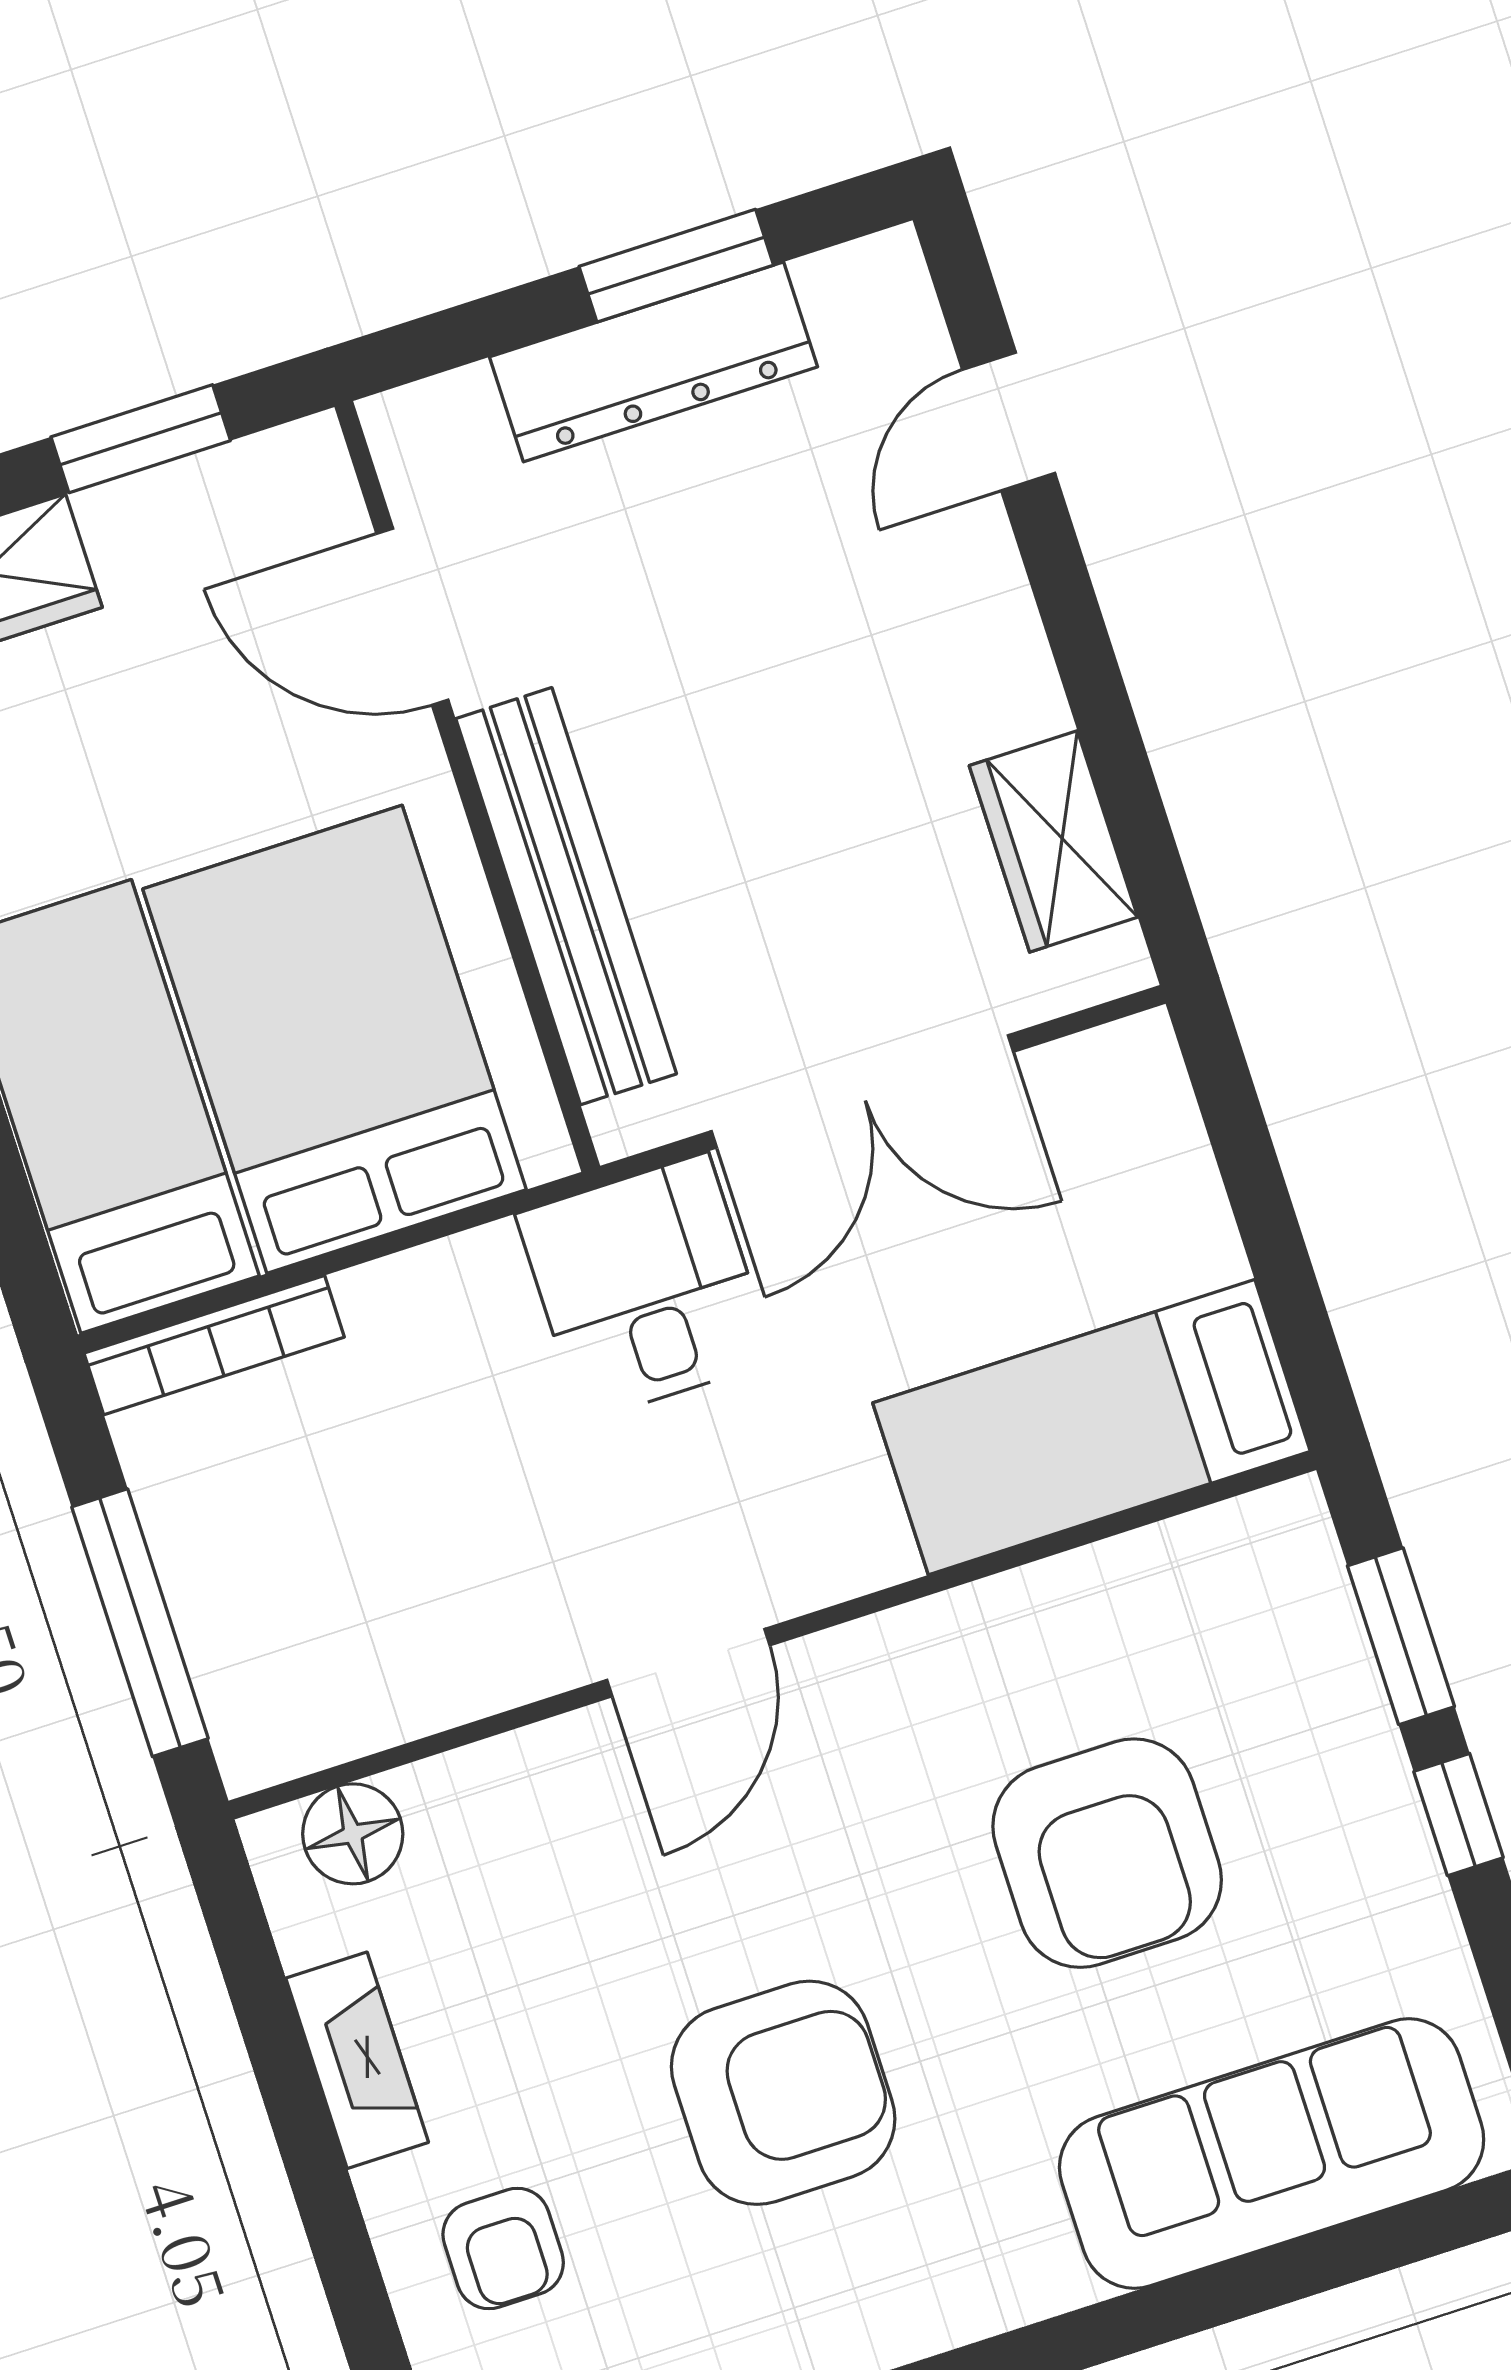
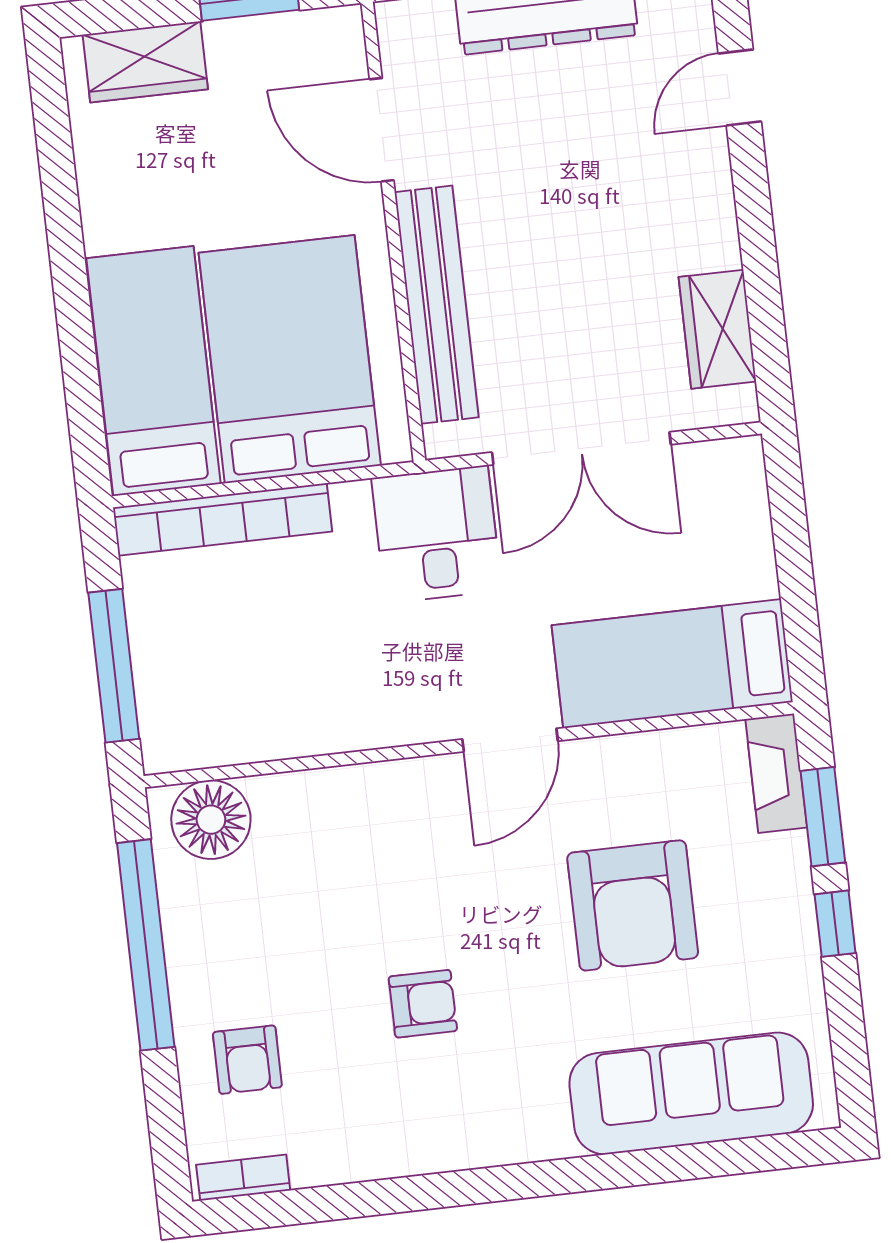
bookcase: (214, 1345) -> (222, 520), width x1.48, depth x1.31
door: (688, 1663) -> (510, 740), moved
floor lamp: (353, 1834) -> (211, 820), width x1.38, depth x1.38
fireplace: (357, 2060) -> (776, 773), moved, turned 180
window: (290, 2088) -> (146, 945), added
armchair: (783, 2093) -> (423, 1004), width x0.53, depth x0.53

